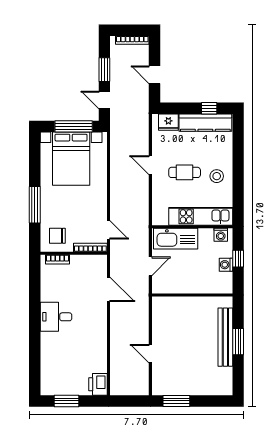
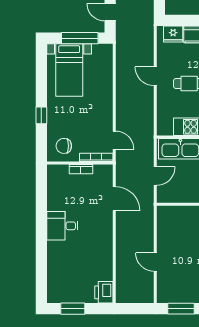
bed with nightstands: (71, 159) -> (69, 70), width x0.73
window: (35, 205) -> (41, 115), width x0.46
bookcase: (58, 259) -> (81, 169), moved

